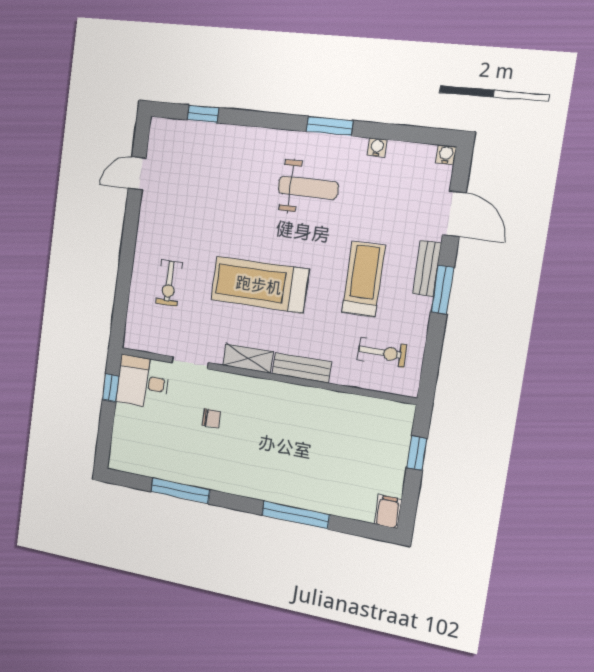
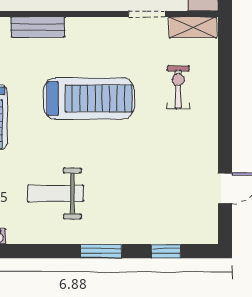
window: (329, 126) -> (101, 251), moved
shelving: (248, 358) -> (193, 27), moved

